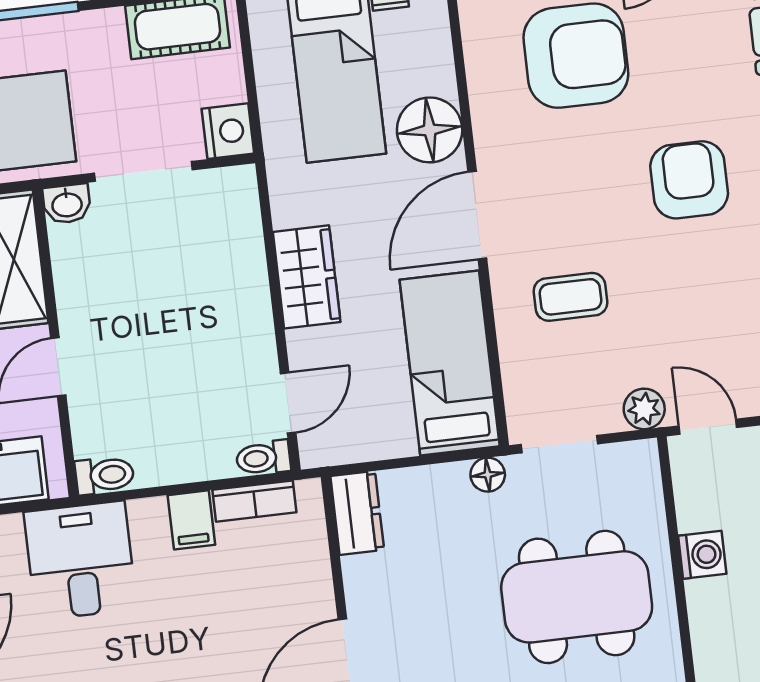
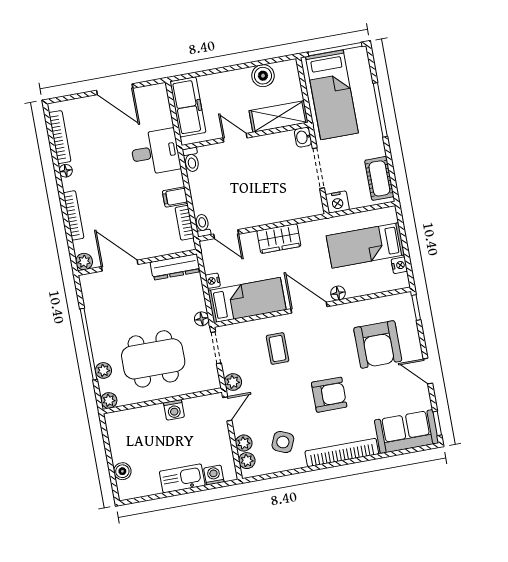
floor lamp: (430, 130) -> (338, 293), width x0.53, depth x0.53
nightstand: (398, 442) -> (213, 281), added
dresser: (357, 513) -> (175, 267), width x1.44
dining table: (577, 597) -> (153, 359), turned 90

